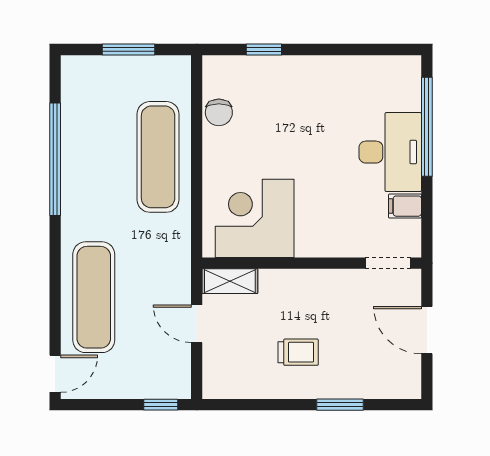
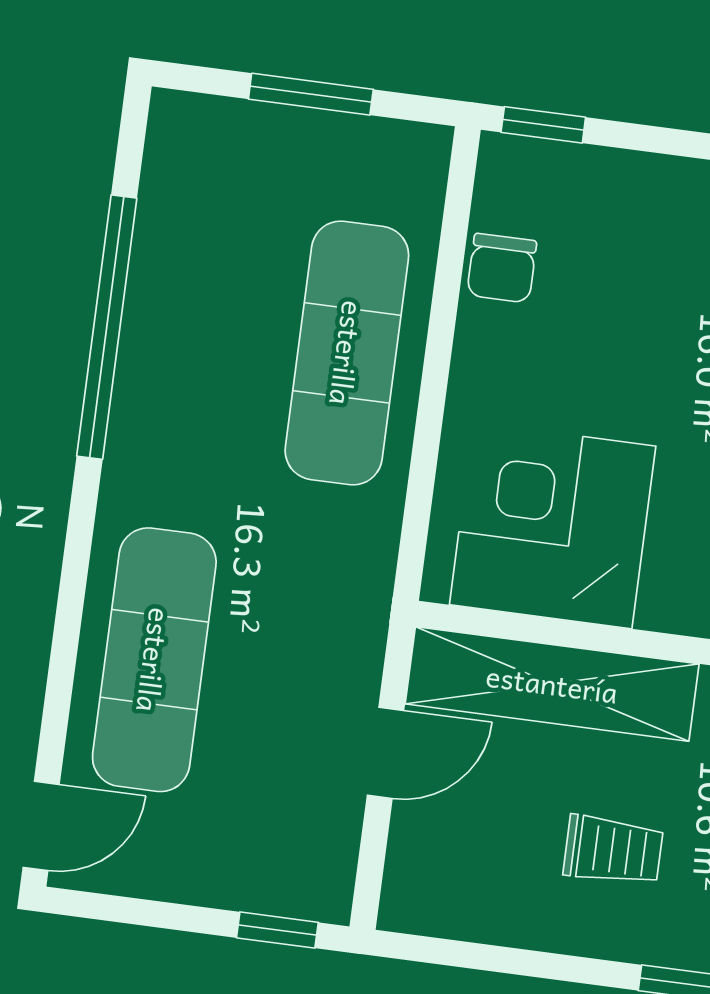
window: (264, 50) -> (543, 125), moved
shelving: (230, 281) -> (552, 684), width x2.20, depth x1.33
door: (197, 324) -> (386, 753), swing flipped

